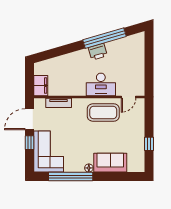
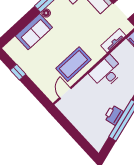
printer: (98, 52) -> (114, 115), moved
desk: (101, 84) -> (107, 72), moved

